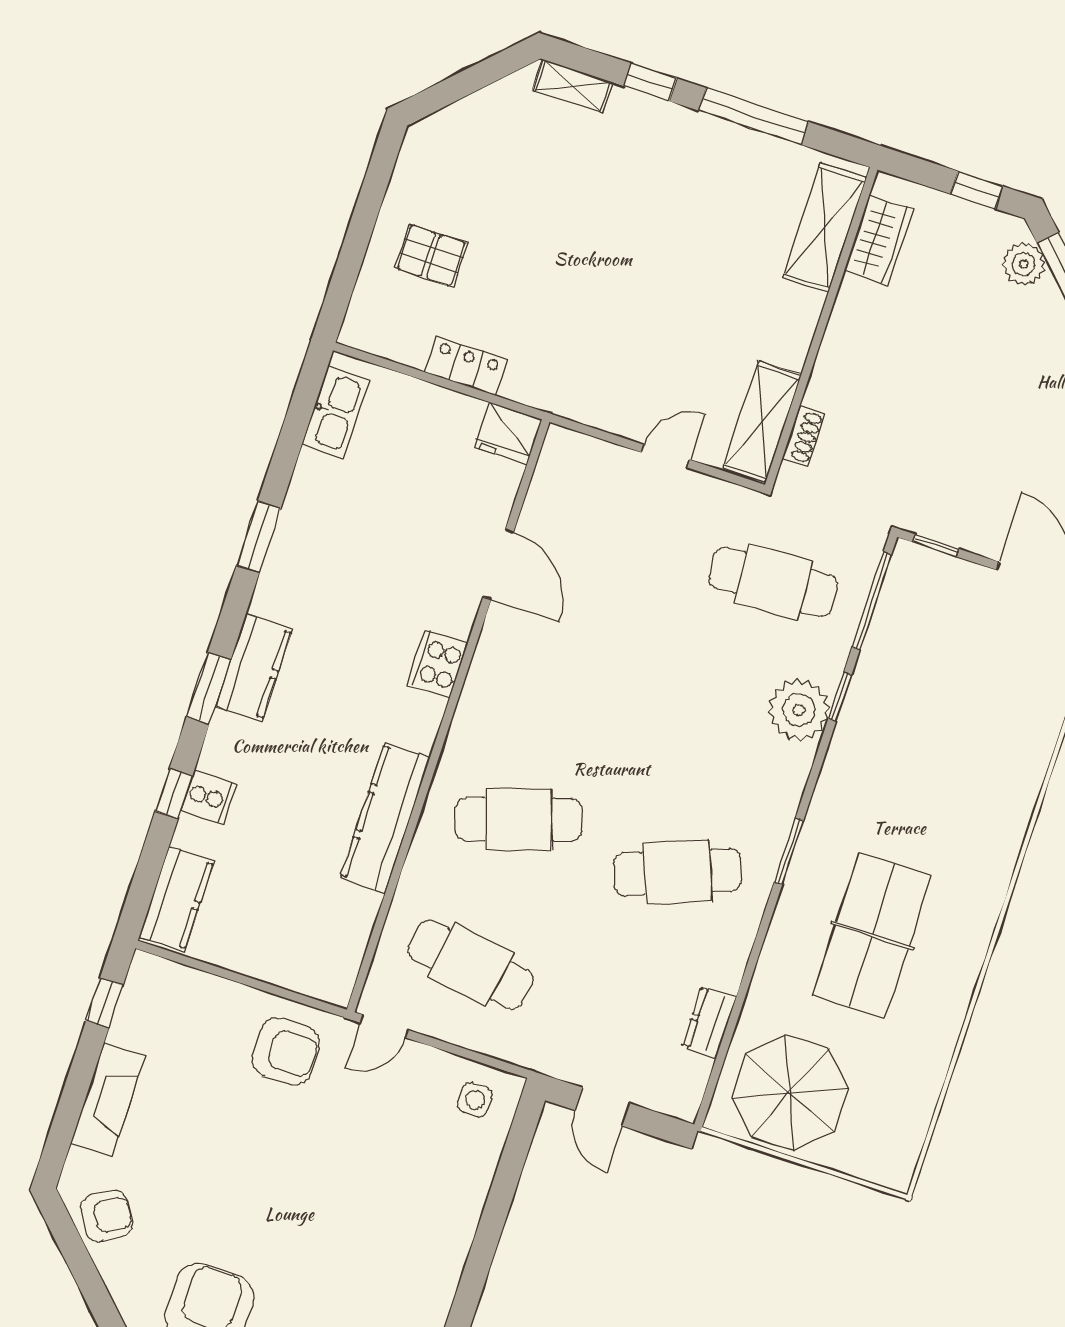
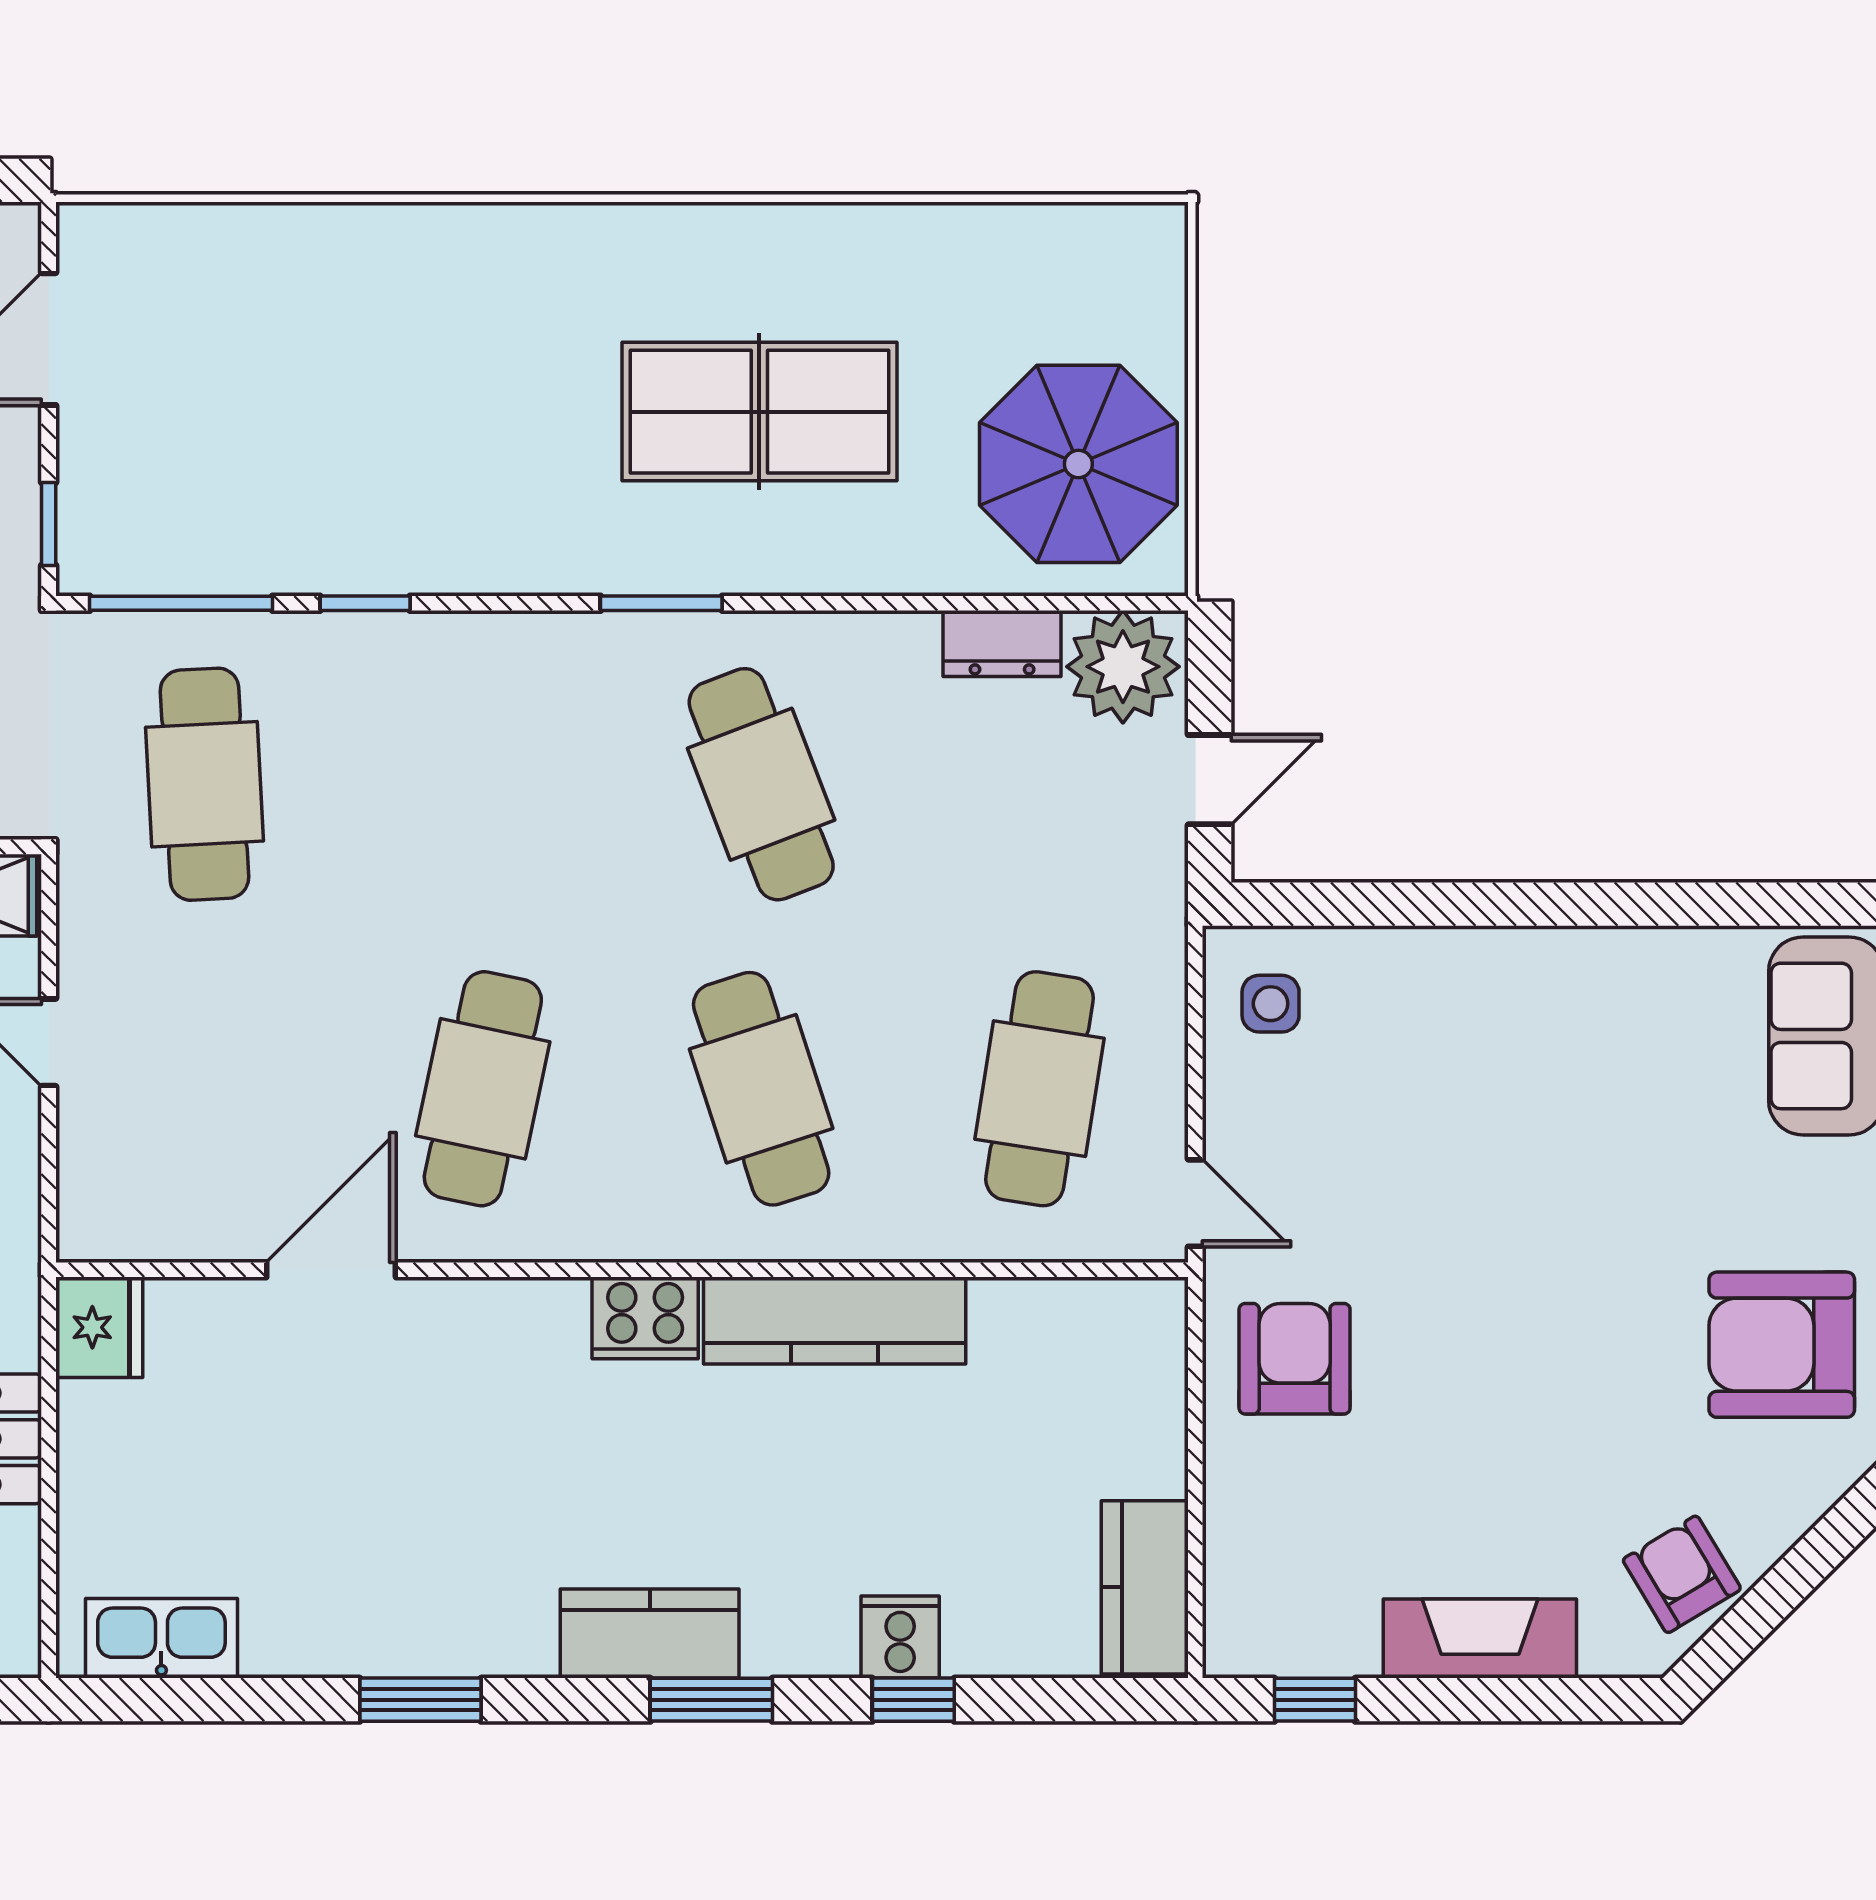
cooker: (437, 664) -> (645, 1318), moved
cafe table: (567, 674) -> (483, 1089), added
plant: (799, 710) -> (1123, 667), moved
kitchen counter: (176, 899) -> (1145, 1587), moved, turned -90

